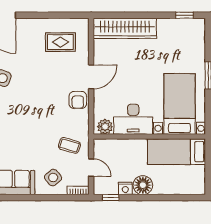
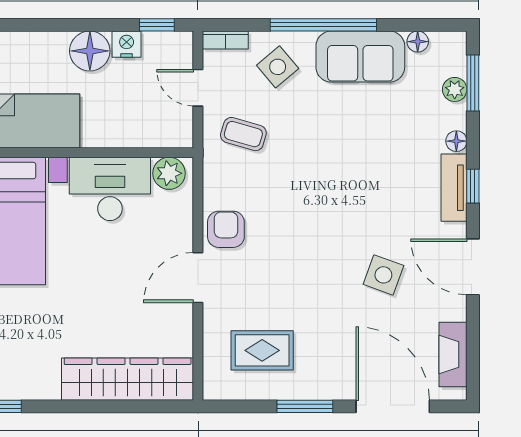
window: (40, 15) -> (305, 406), added
window: (31, 198) -> (323, 25), added

